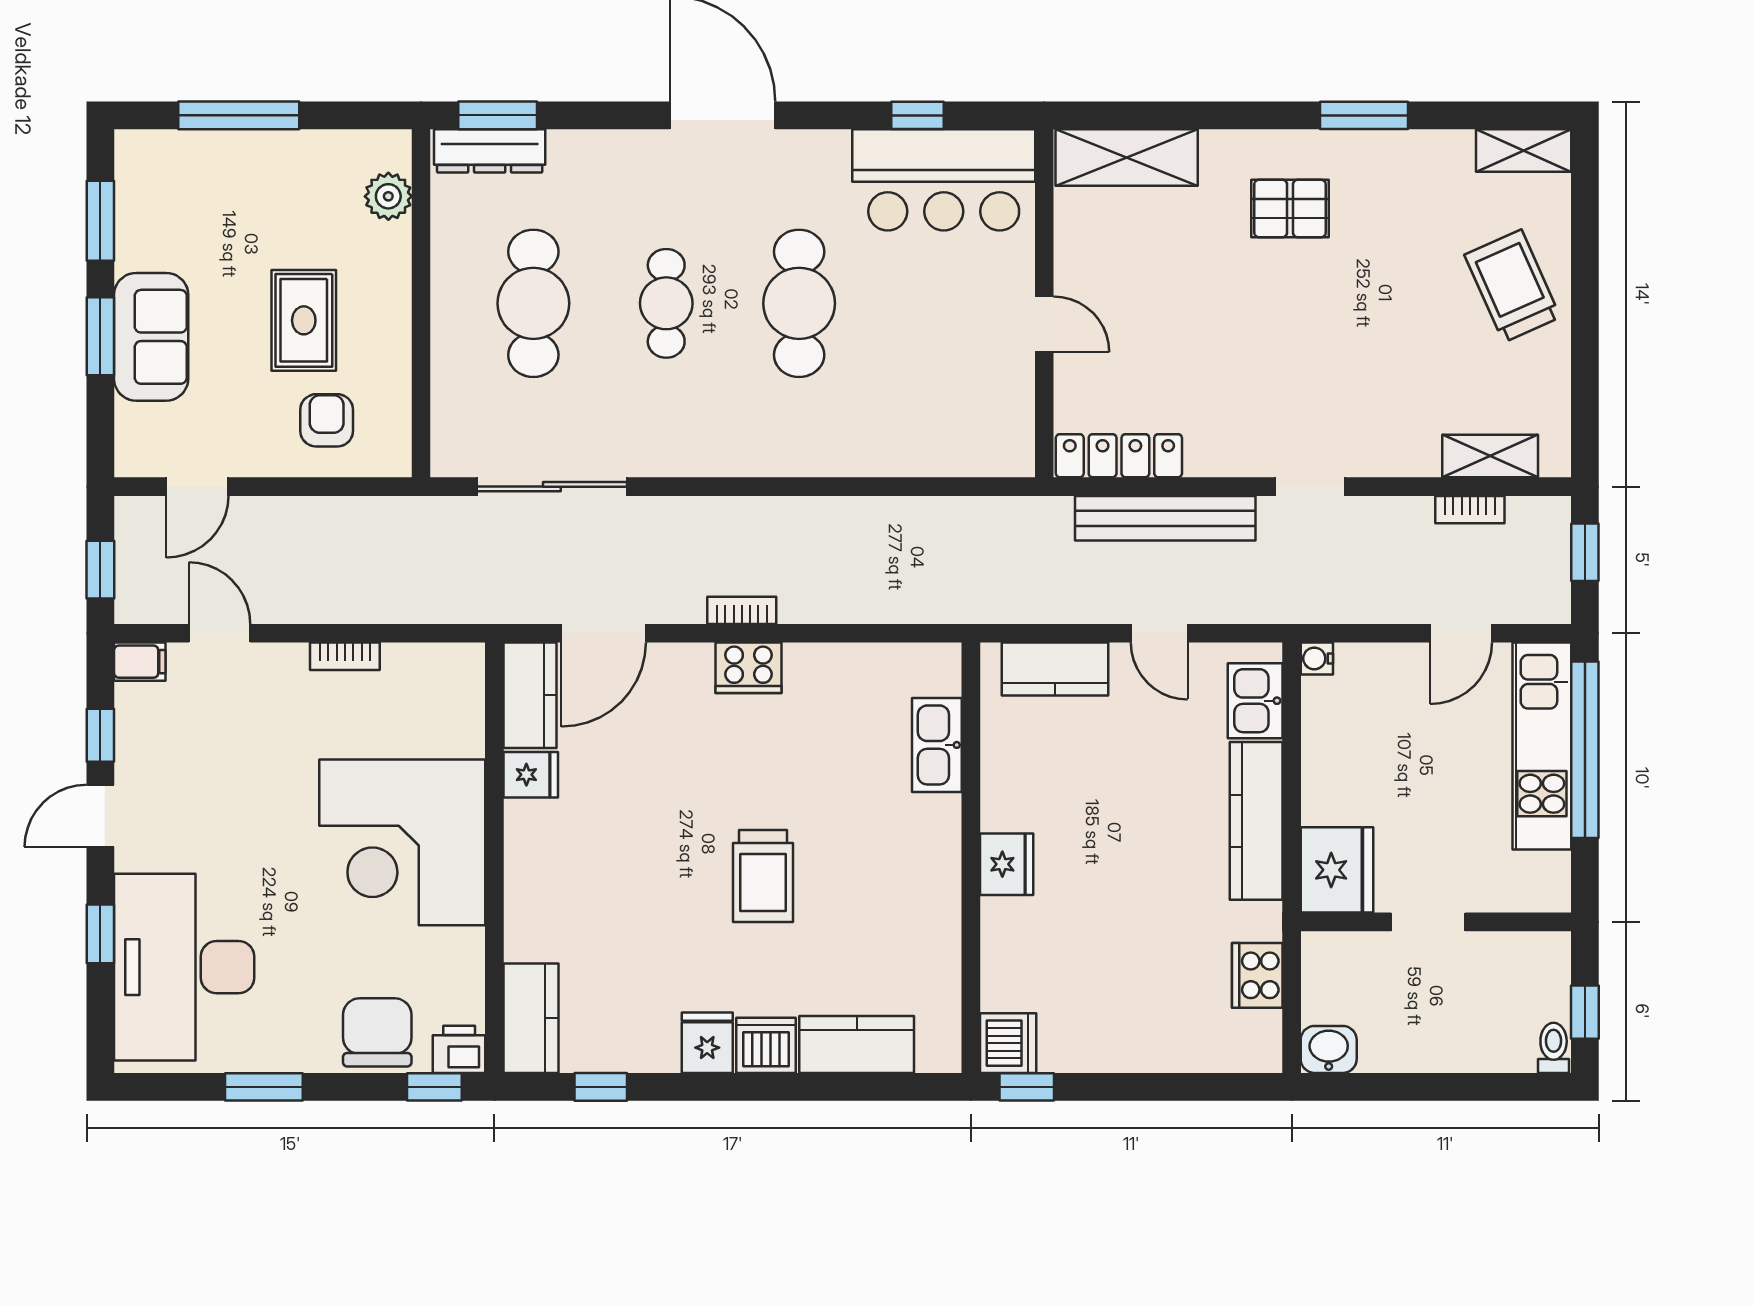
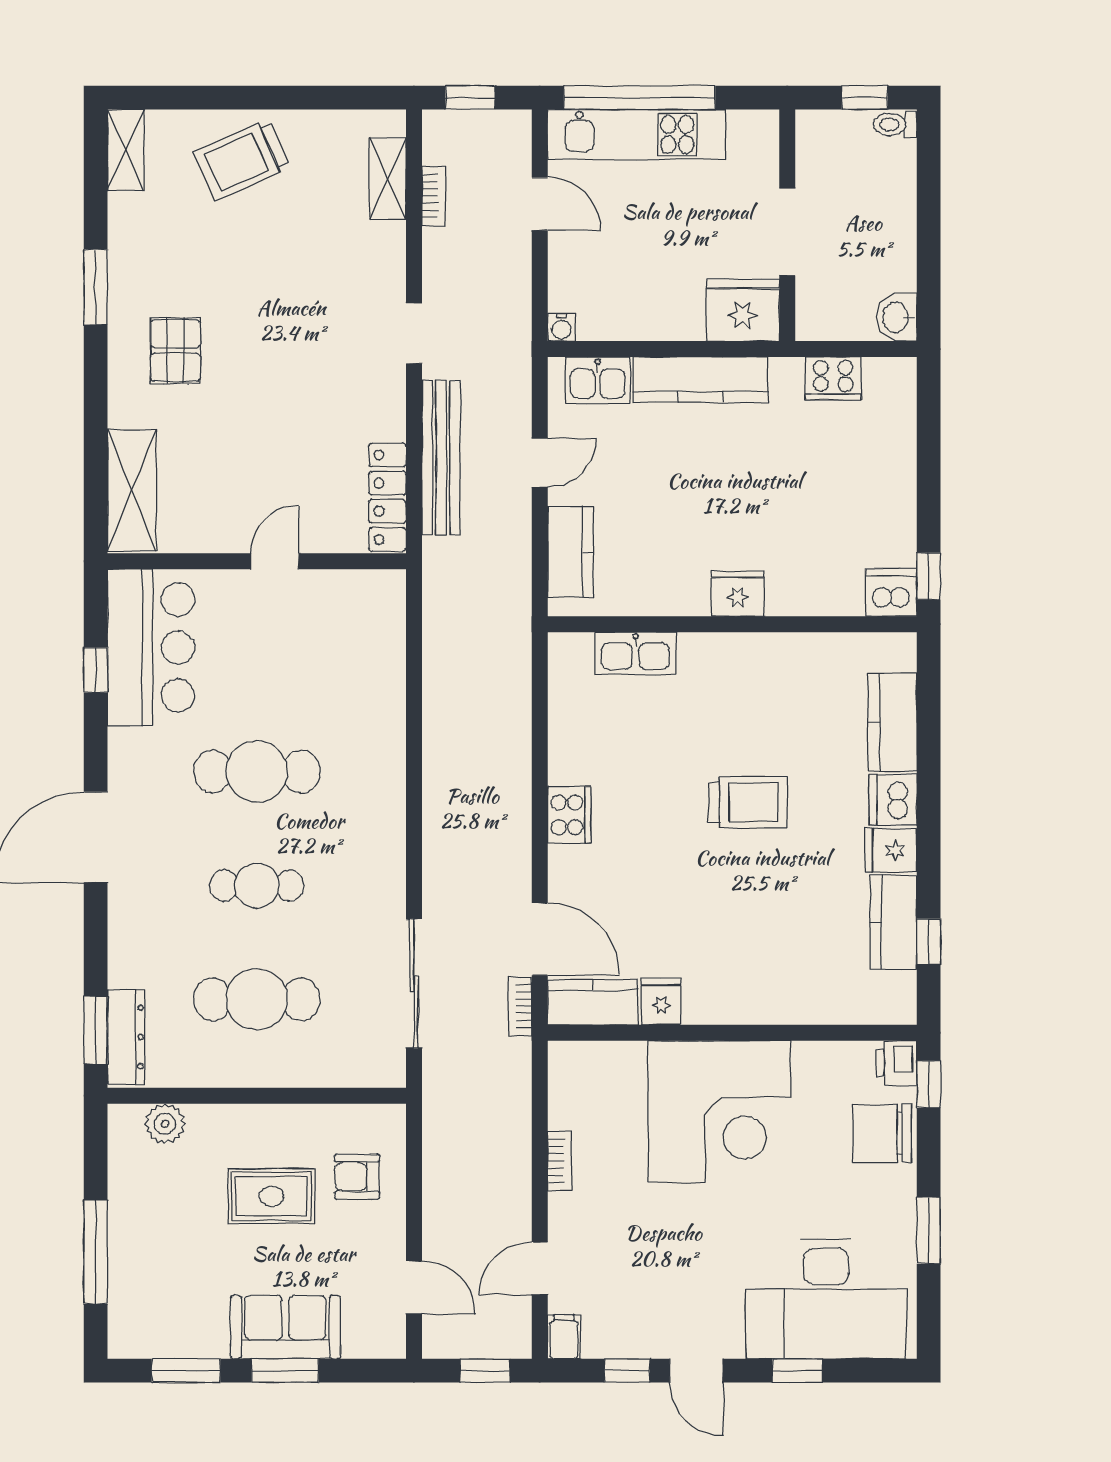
bookcase: (742, 610) -> (520, 1006), moved
doorway: (1428, 922) -> (787, 232), width x1.38
kitchen counter: (531, 1018) -> (893, 922), moved, turned -90

